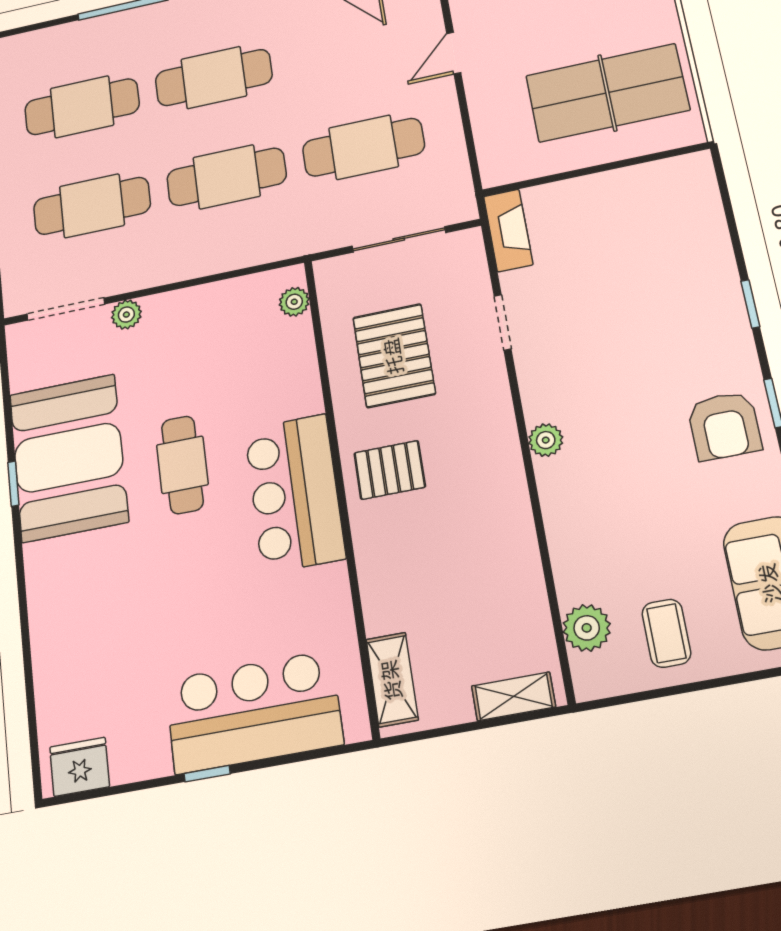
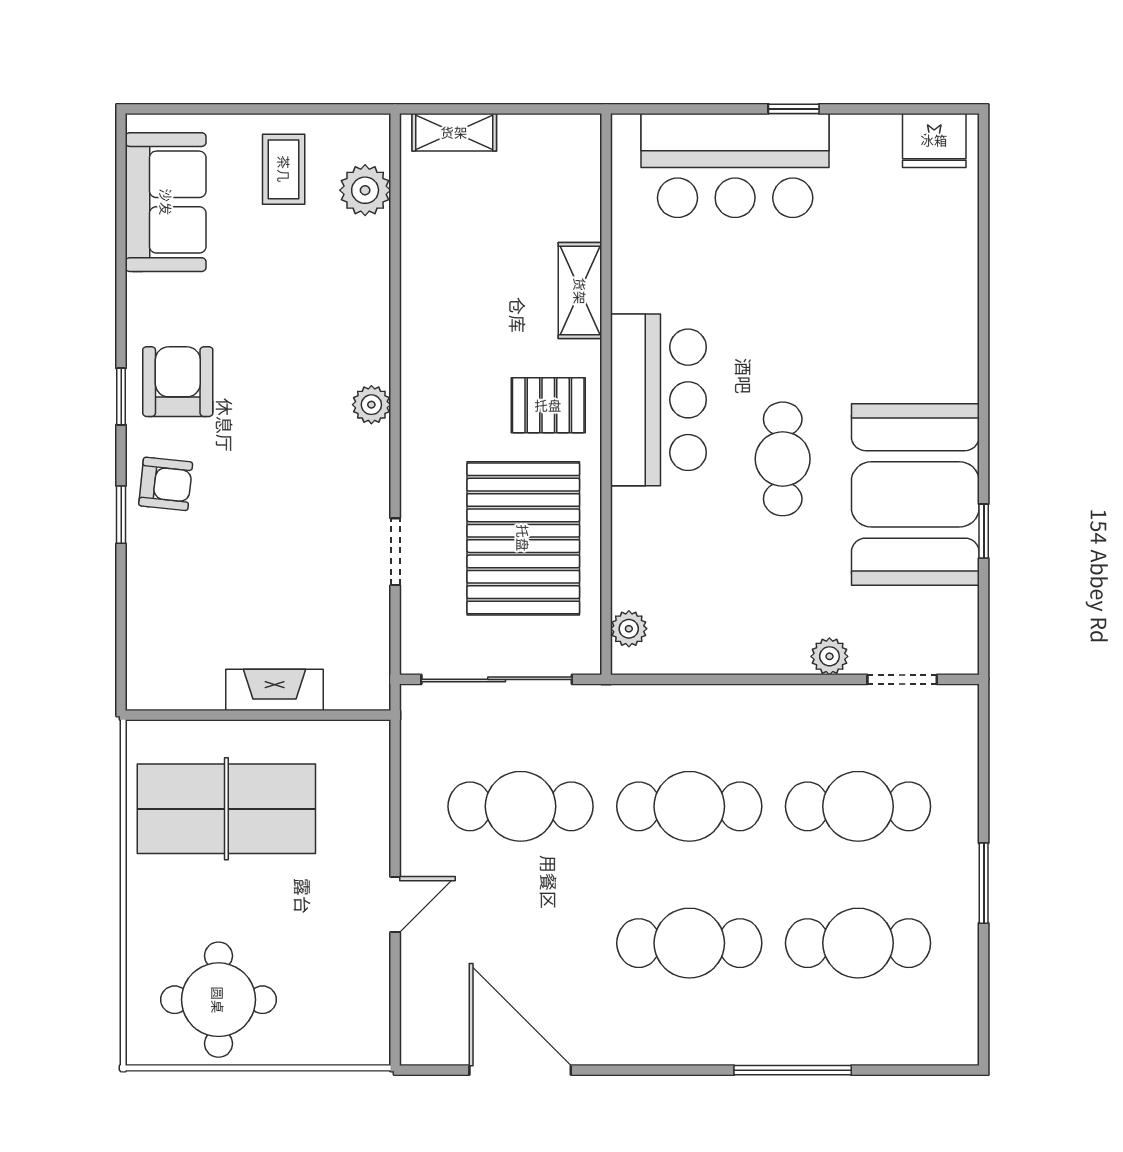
fireplace: (508, 230) -> (275, 690), moved, turned 90
sliding door: (399, 239) -> (497, 679), width x1.37
doorway: (66, 309) -> (902, 679), width x0.73
armchair: (716, 337) -> (166, 484), added
pallet: (394, 356) -> (523, 538), width x1.37, depth x1.41
window: (13, 484) -> (984, 531), moved
shelving: (392, 680) -> (580, 291), moved

